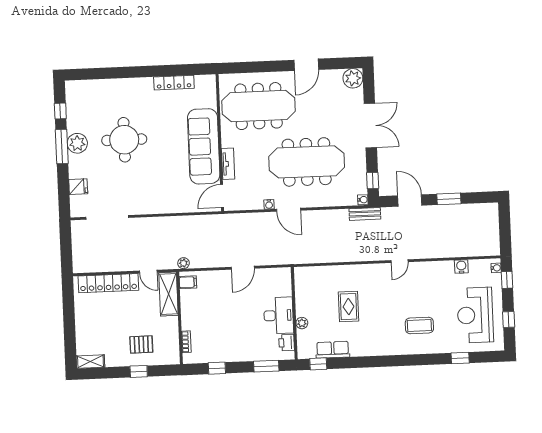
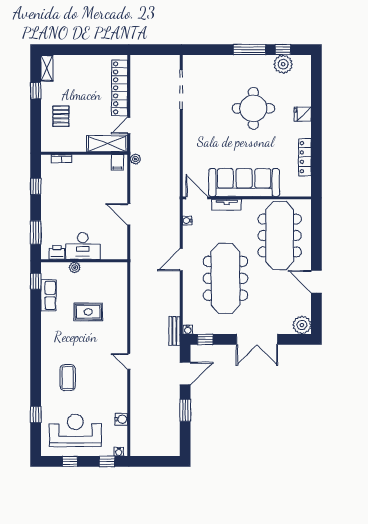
plant: (77, 143) -> (283, 64), moved
fridge: (78, 187) -> (303, 114), moved, turned 90
water cooler: (269, 204) -> (187, 220), moved
window: (139, 371) -> (36, 91), moved

